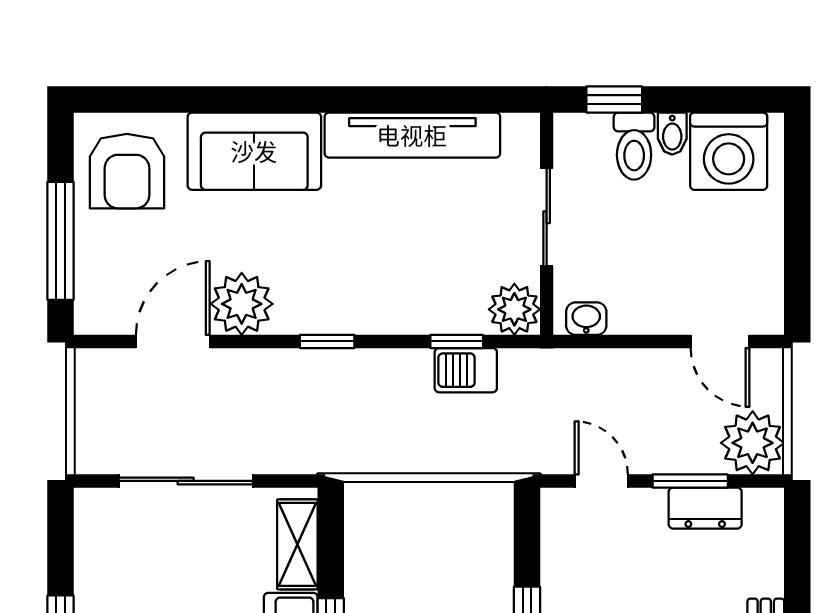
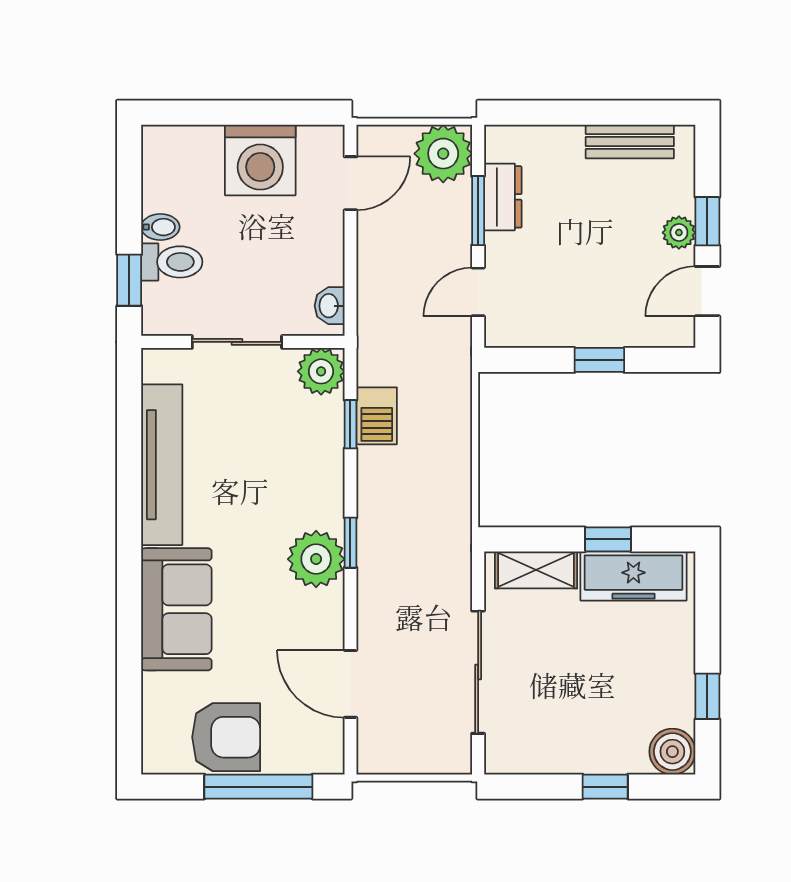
washing machine: (729, 151) -> (260, 160), moved, turned 90
armchair: (127, 171) -> (226, 737), moved
plant: (242, 304) -> (316, 559), moved

